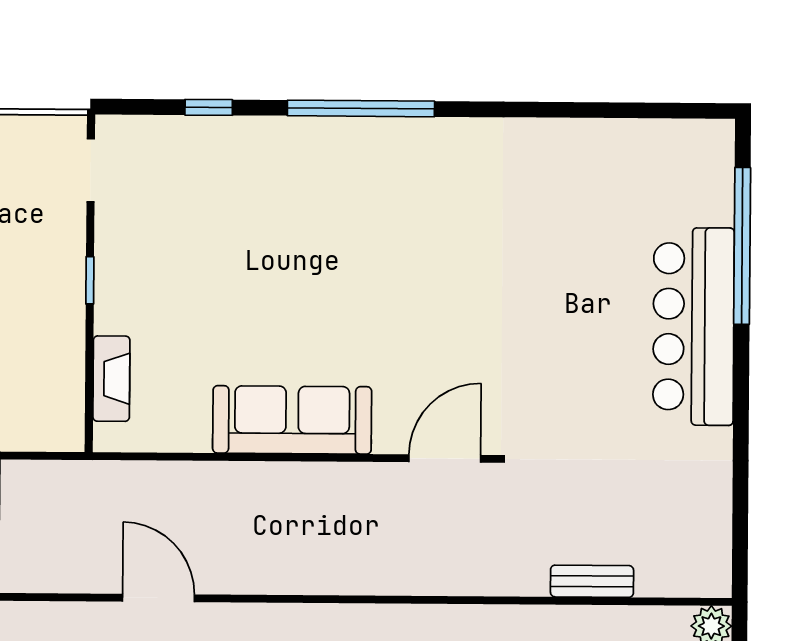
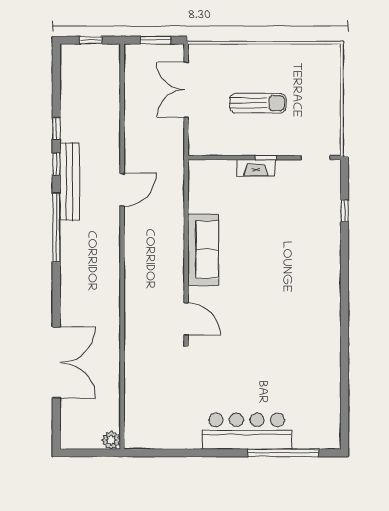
window: (361, 108) -> (344, 280), removed
fireplace: (111, 379) -> (256, 168), moved
bench: (592, 581) -> (131, 386), removed

